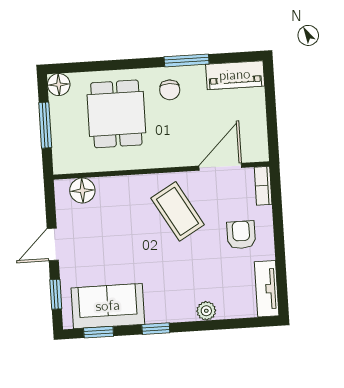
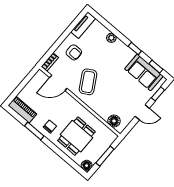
armchair: (241, 235) -> (74, 52), turned -90

